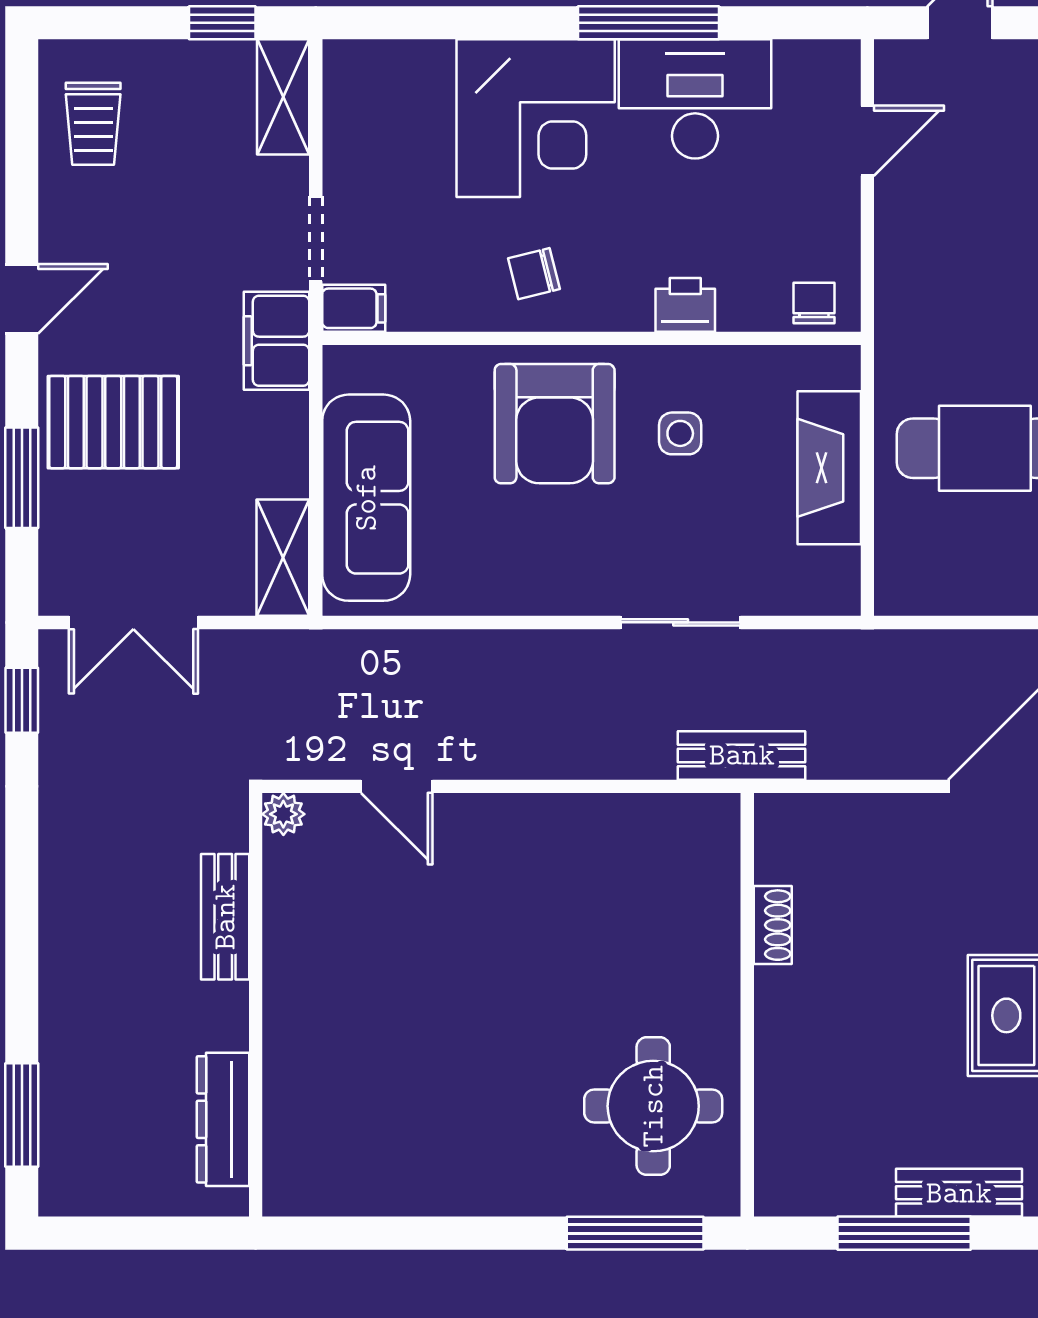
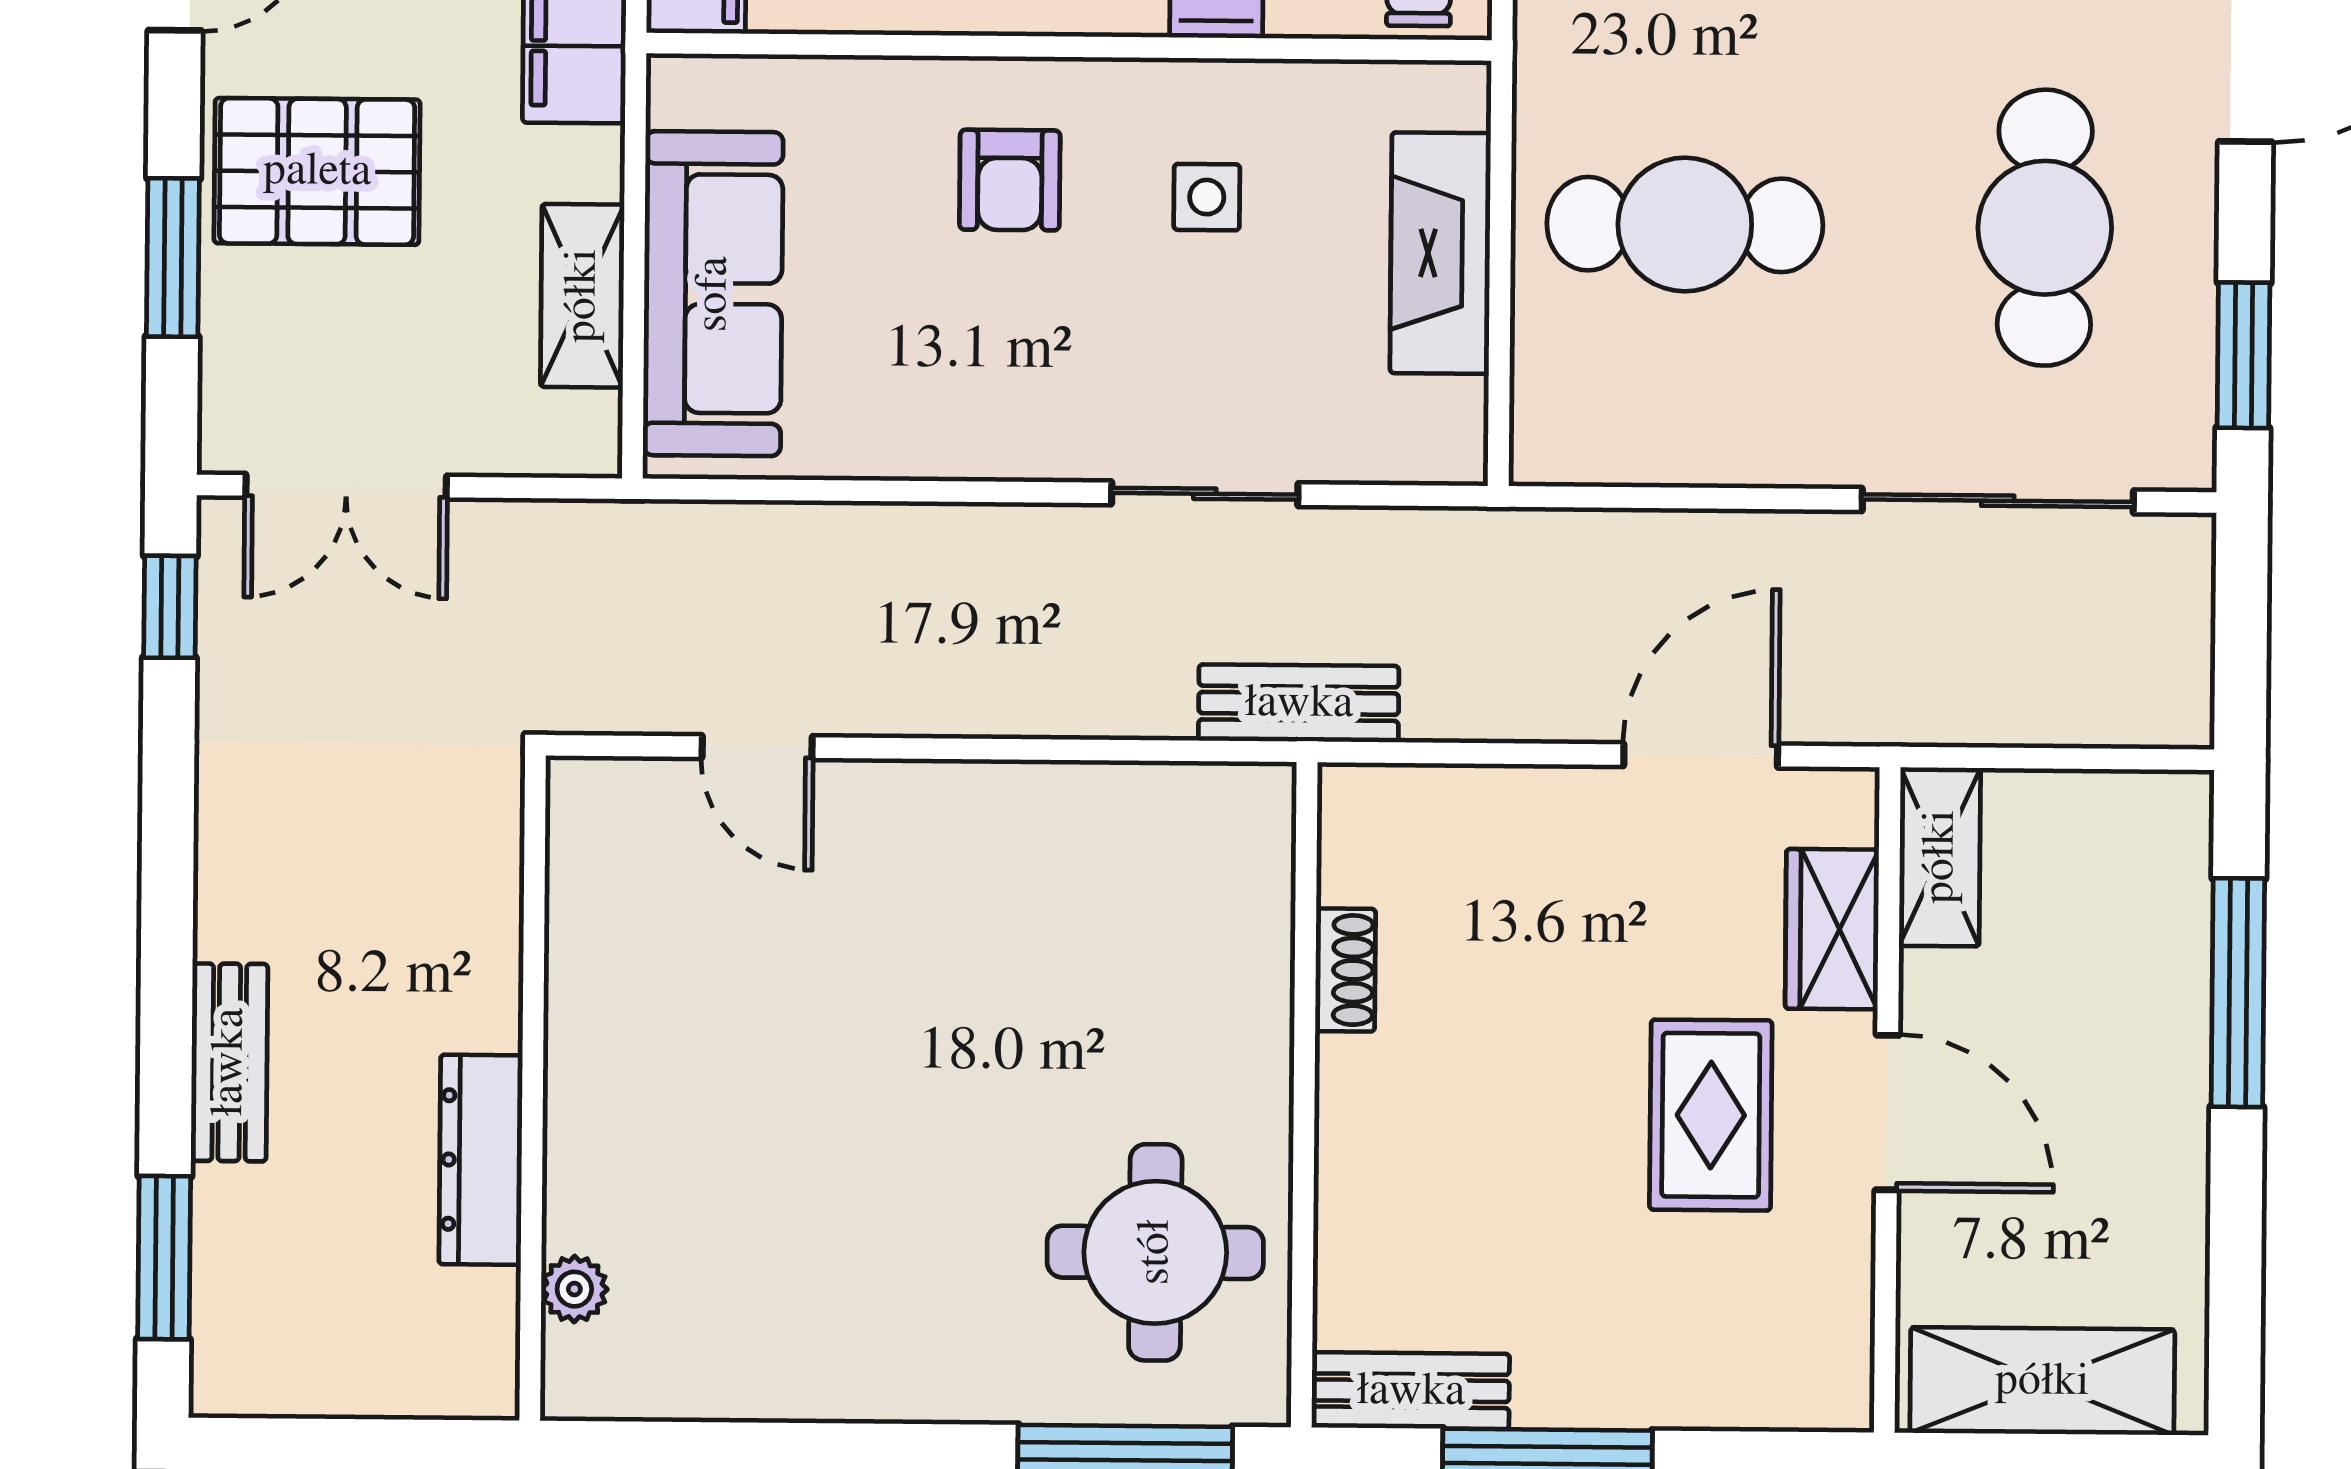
armchair: (555, 424) -> (1010, 180), width x0.53, depth x0.53
shelving: (283, 558) -> (582, 296), moved
plant: (283, 814) -> (574, 1289), moved
bench: (225, 917) -> (229, 1062), moved
dresser: (223, 1119) -> (481, 1160), moved
bench: (959, 1193) -> (1411, 1391), moved

